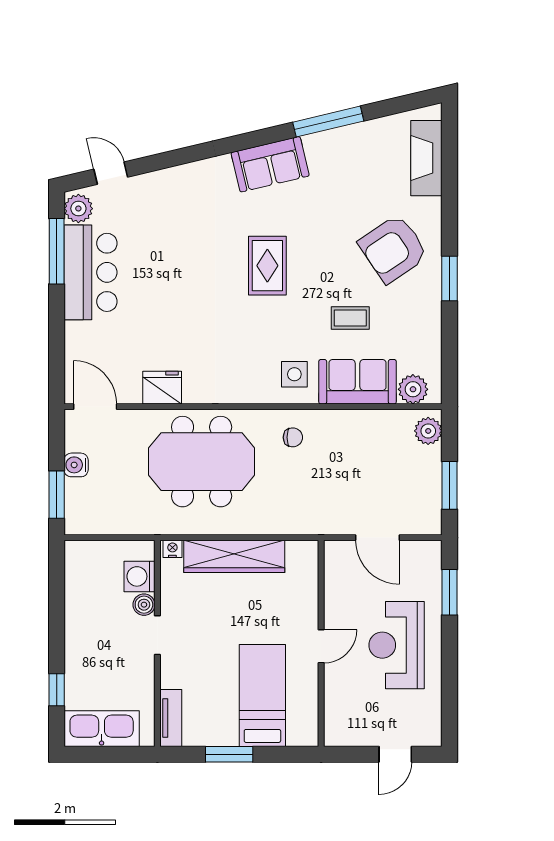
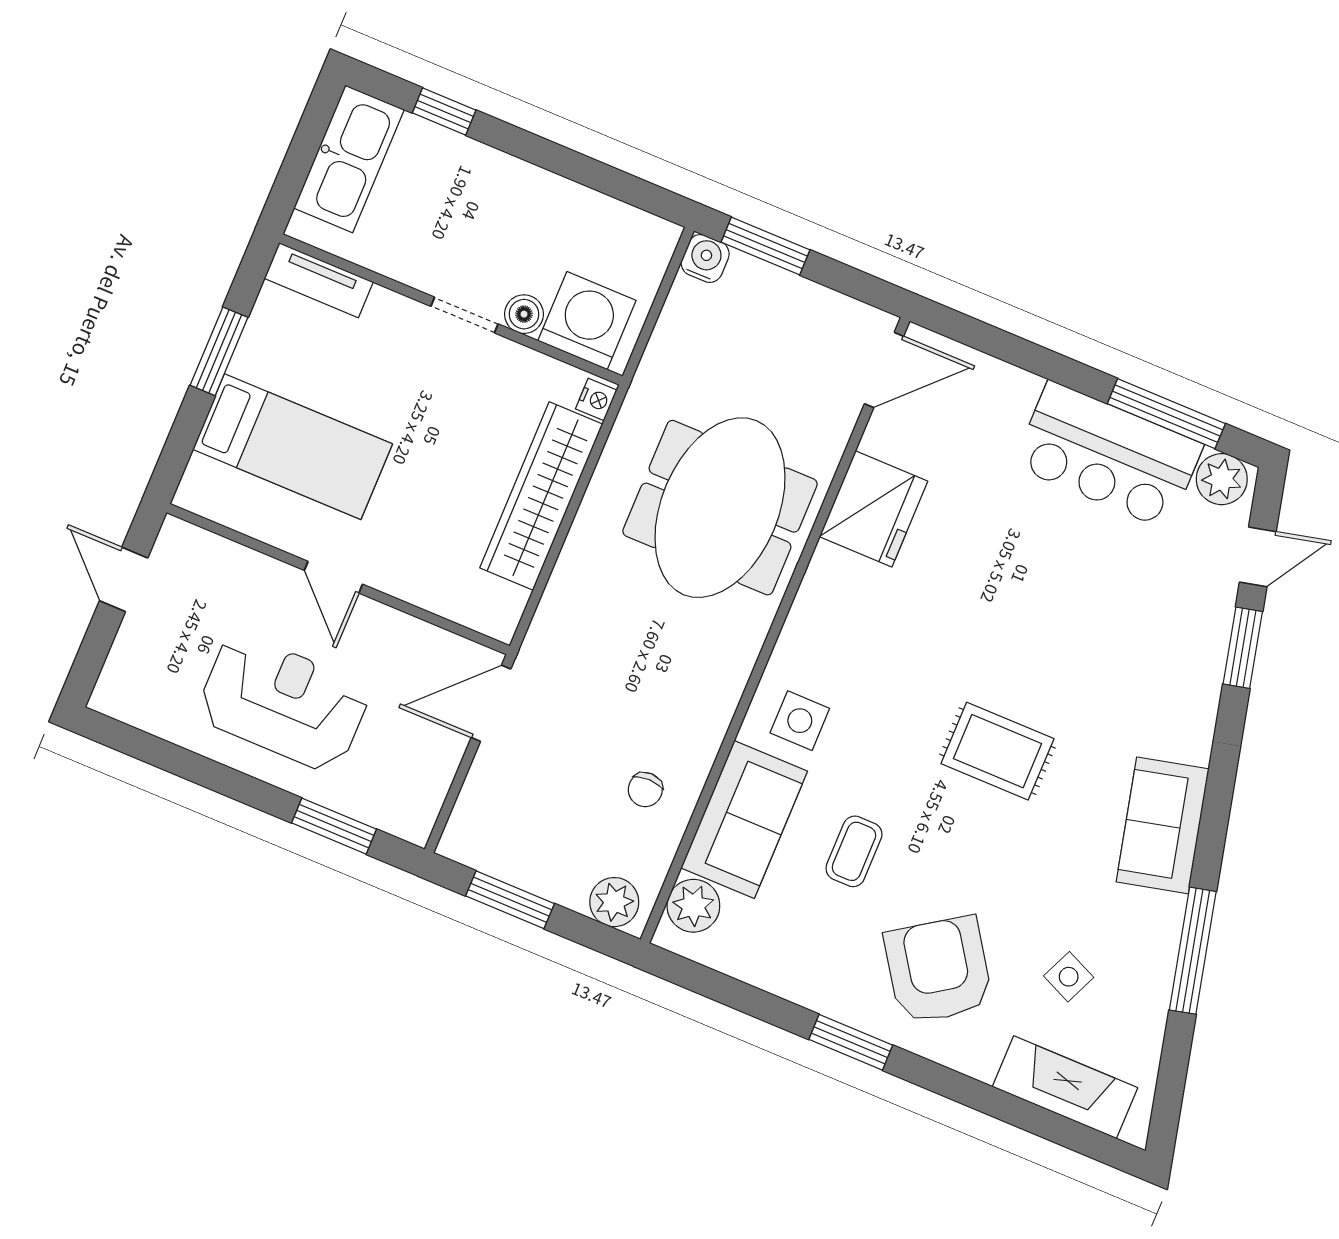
window: (161, 161) -> (1243, 648), added
side table: (369, 180) -> (1069, 977), added
fridge: (162, 388) -> (874, 509), width x1.36, depth x1.34
chair: (293, 437) -> (645, 790), moved
water cooler: (76, 465) -> (705, 258), moved
door: (378, 538) -> (491, 703), moved
washing machine: (139, 576) -> (587, 321), width x1.37, depth x1.37
door: (395, 754) -> (124, 579), moved

